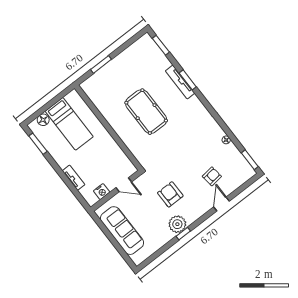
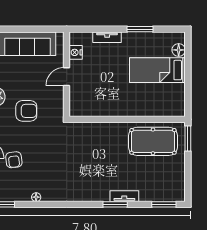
tv unit: (180, 82) -> (124, 196), width x0.71
pool table: (146, 112) -> (153, 141), moved
wall: (108, 128) -> (127, 119), moved
window: (38, 144) -> (140, 29), moved

